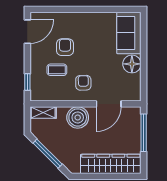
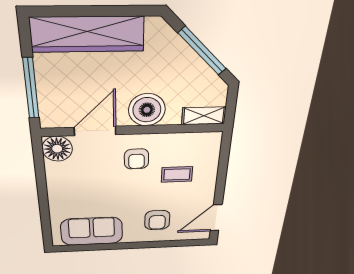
sofa: (129, 33) -> (92, 231), moved, turned -90
armchair: (65, 47) -> (157, 220), moved
floor lamp: (132, 64) -> (57, 149), moved
window: (27, 82) -> (224, 157), removed

